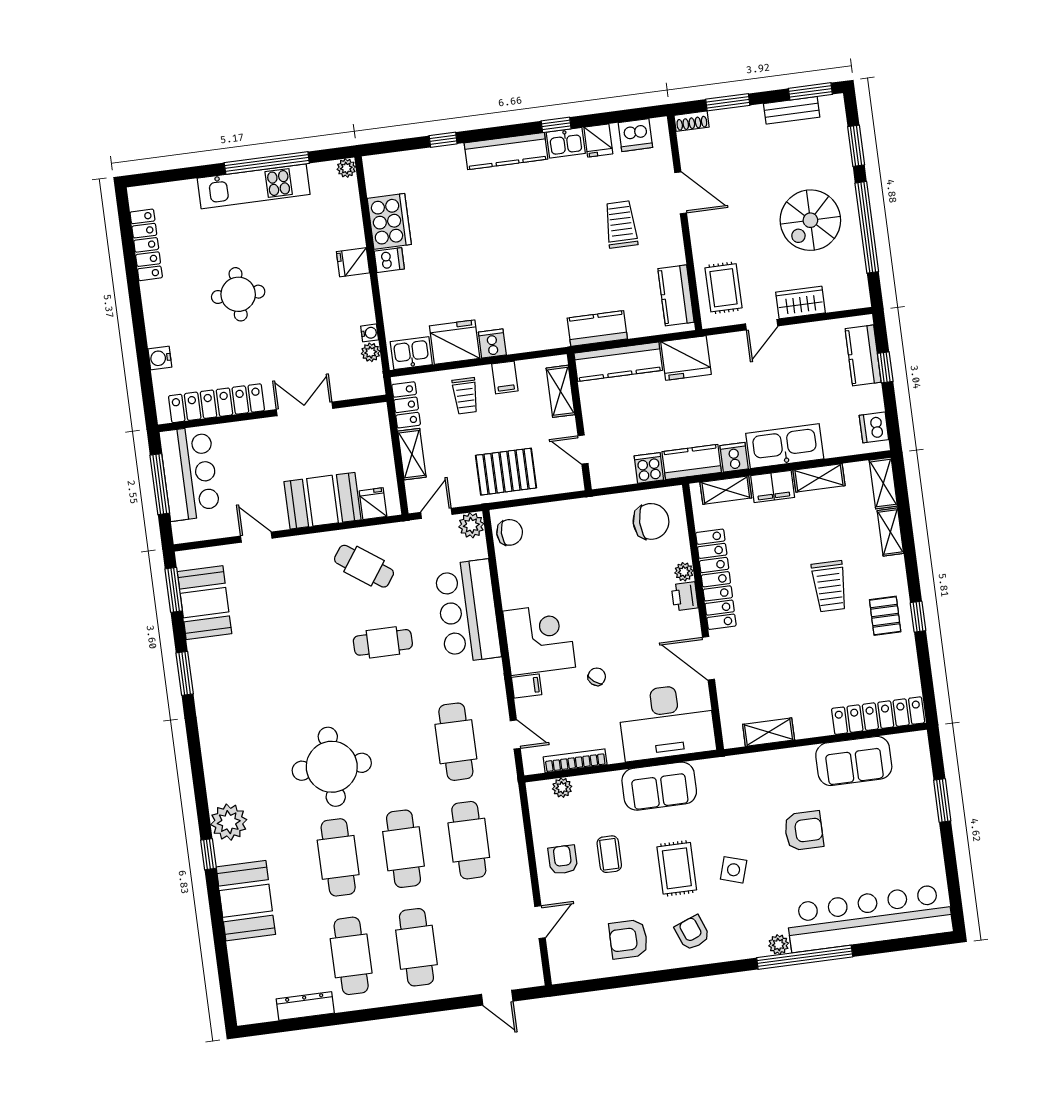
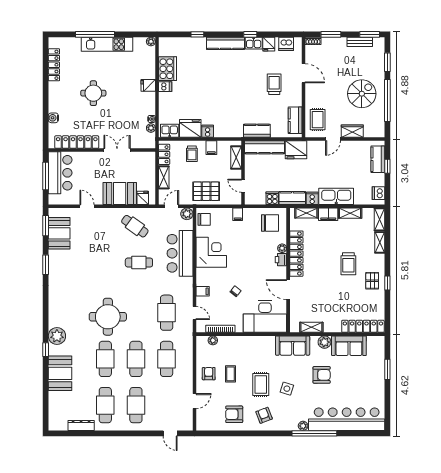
window: (267, 163) -> (95, 34), moved
spiral stairs: (810, 220) -> (362, 94), turned 180
filing cabinet: (580, 512) -> (238, 214), added
corner desk: (539, 639) -> (211, 252), moved
plant: (801, 760) -> (324, 342), added
sofa: (659, 786) -> (293, 346), moved

